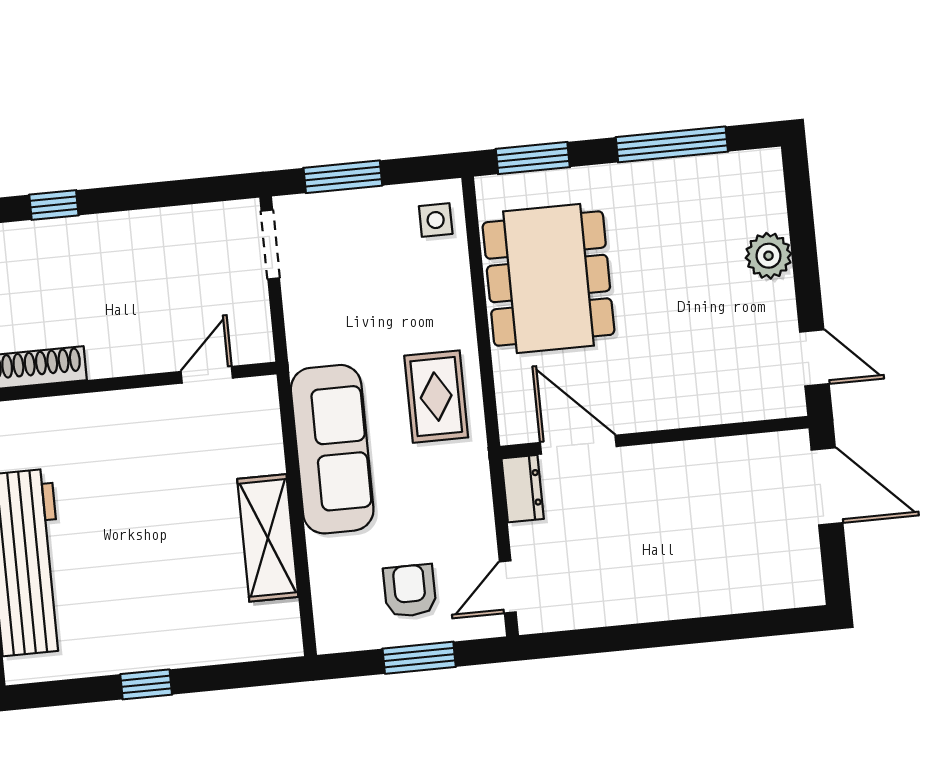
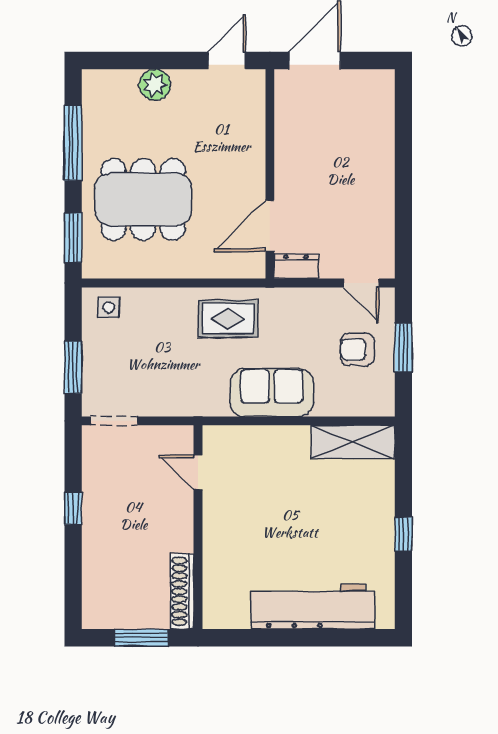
window: (54, 205) -> (73, 508), moved
dining table: (548, 279) -> (143, 199), moved
sofa: (332, 449) -> (272, 393), width x0.73
shelving: (268, 538) -> (353, 442), moved

